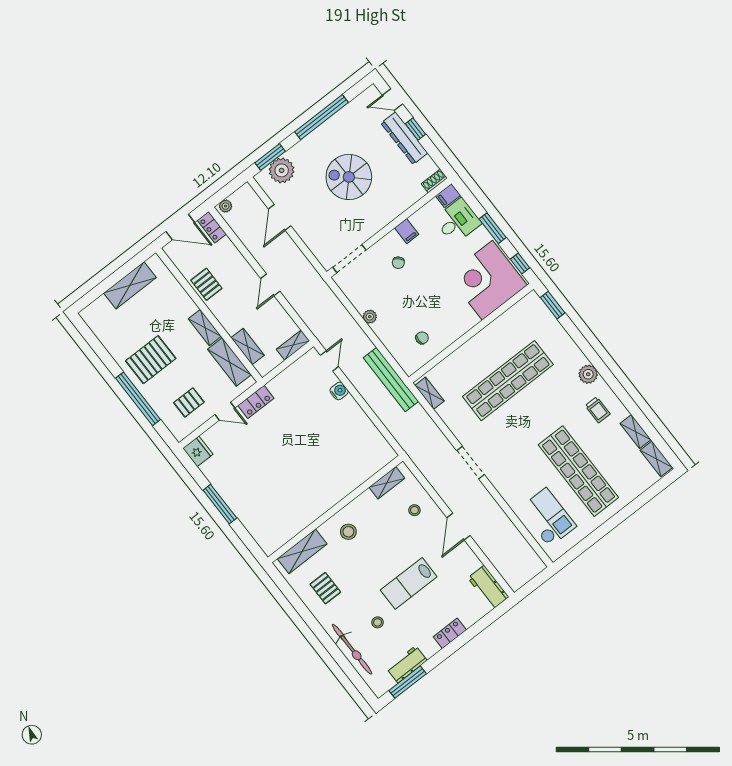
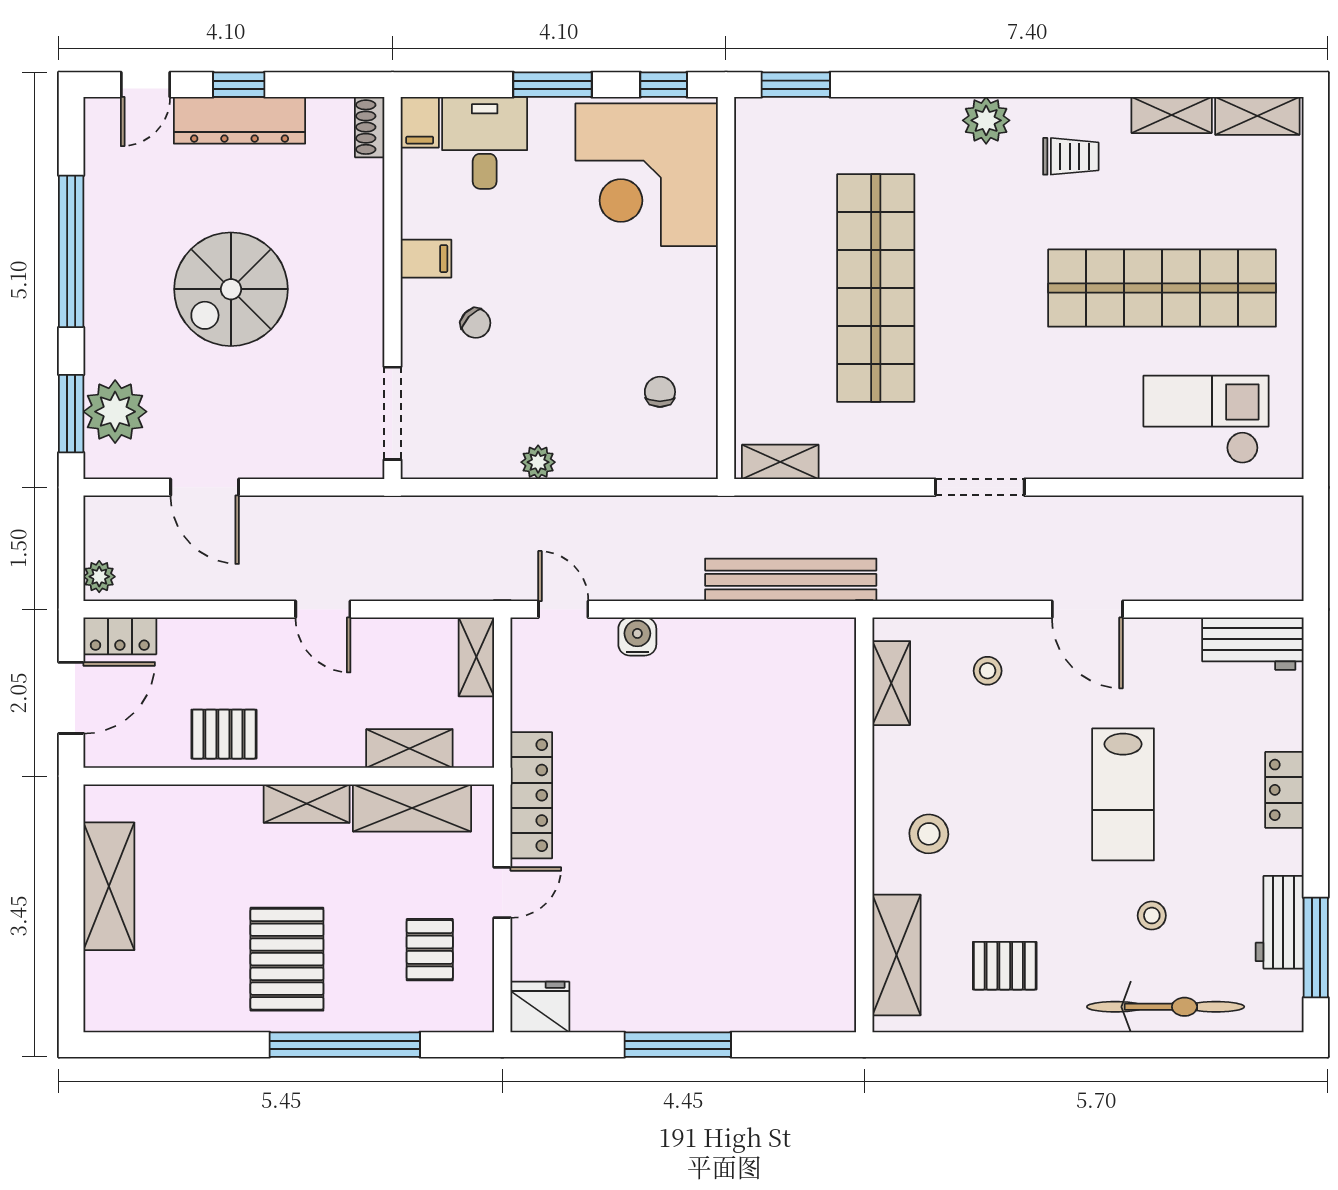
bench: (391, 379) -> (791, 580), moved
locker: (256, 402) -> (531, 795), width x1.53

